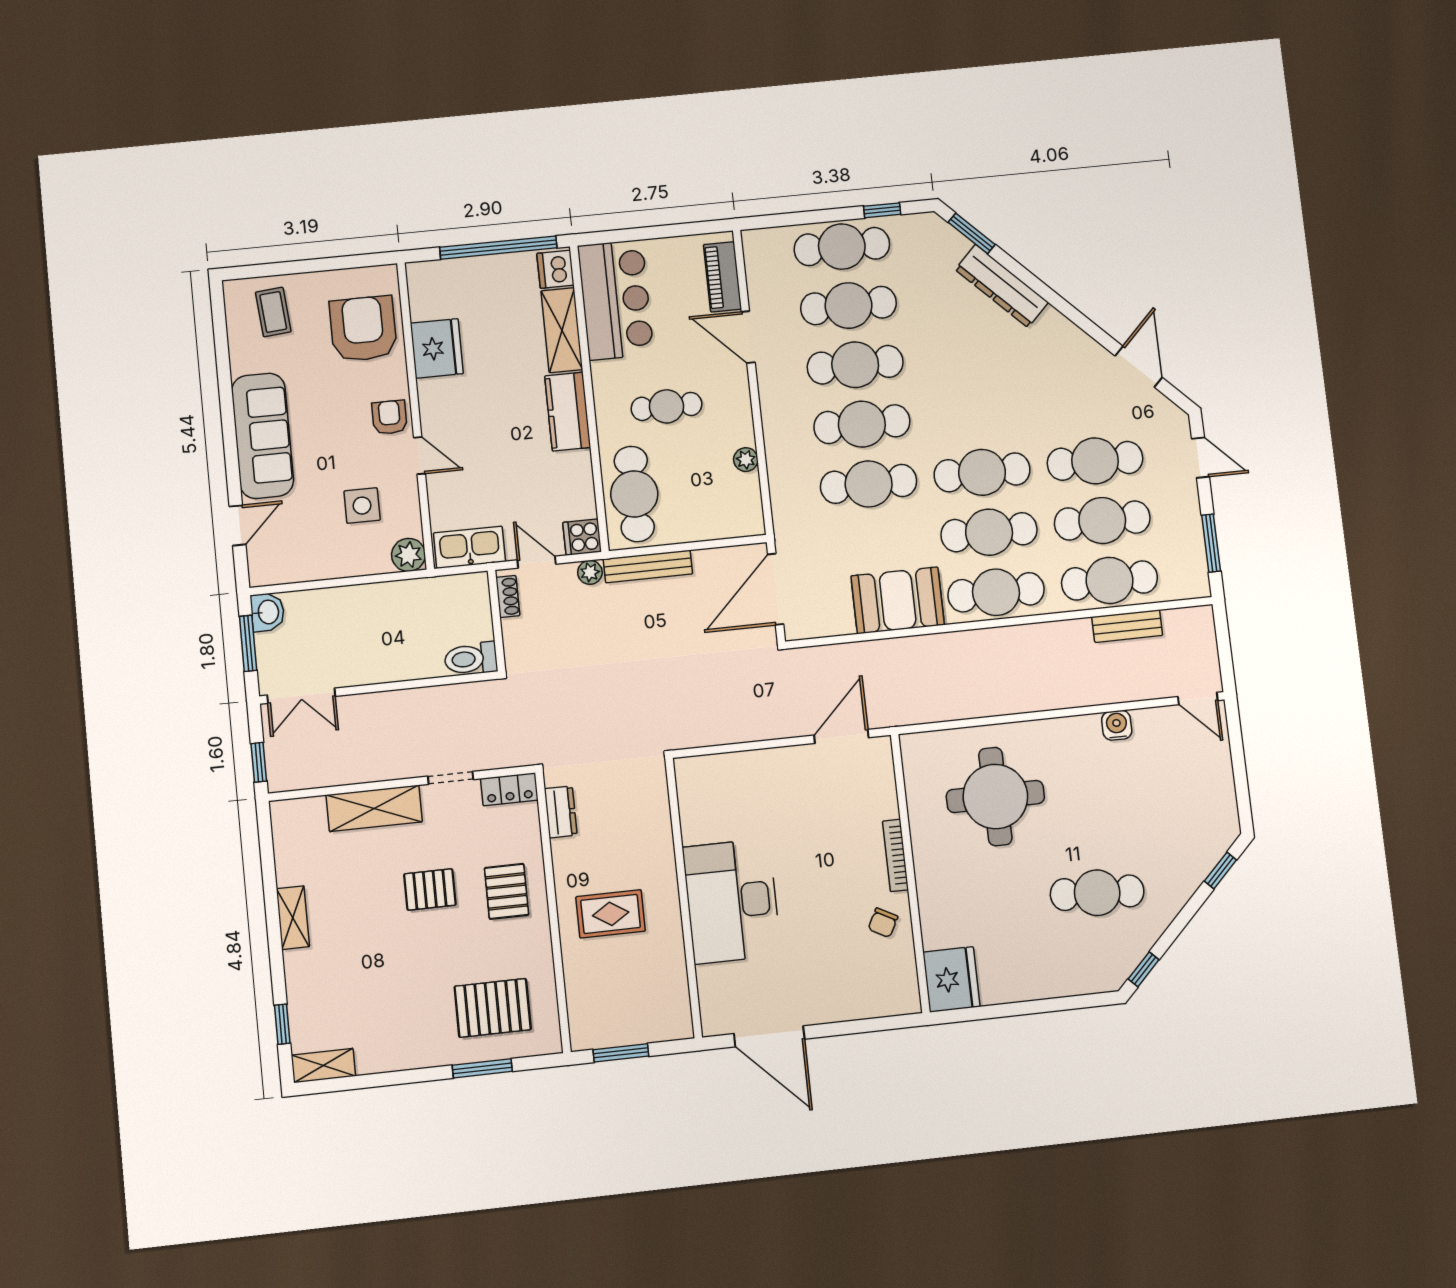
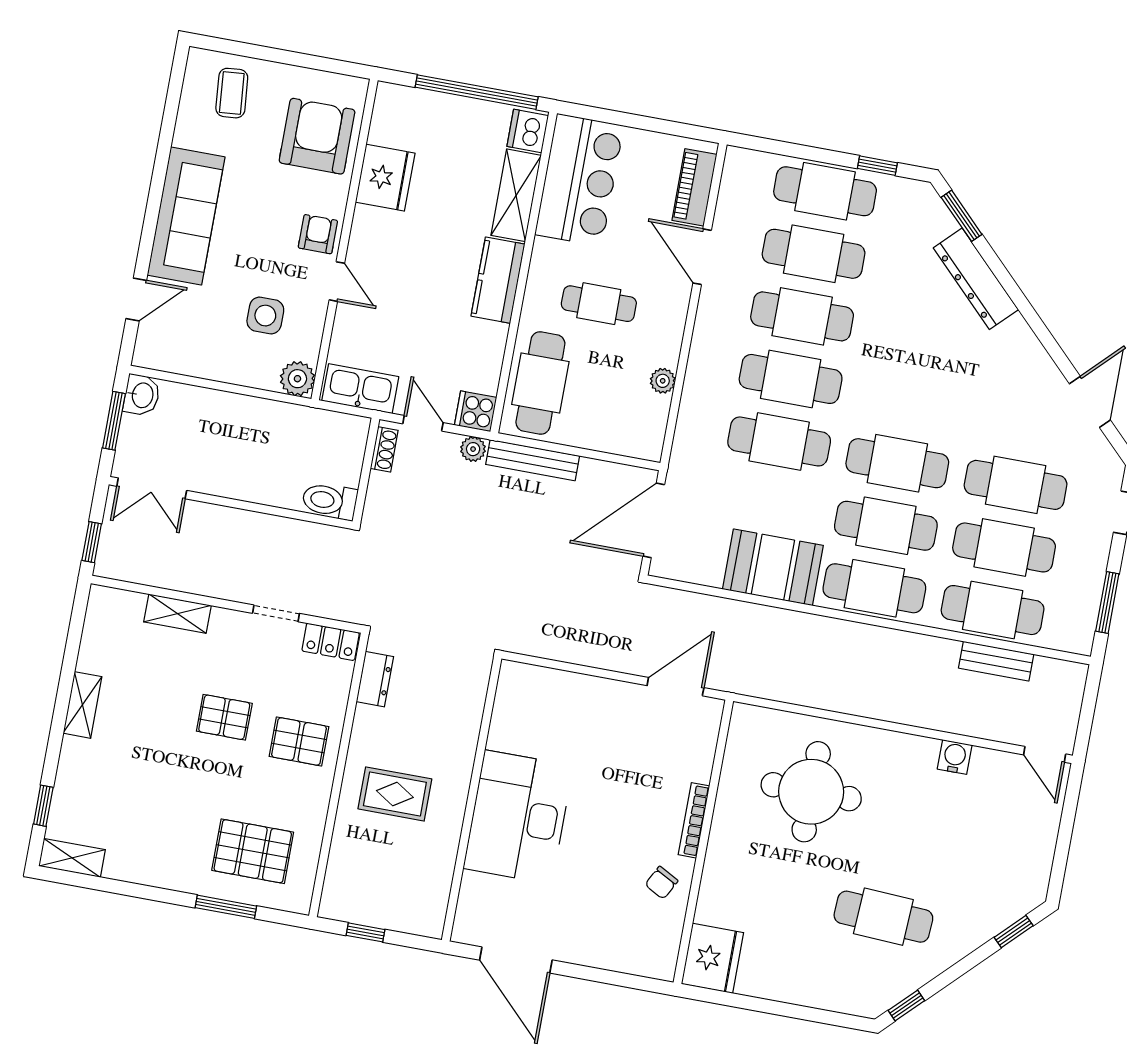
shelving: (374, 808) -> (177, 614), width x0.67, depth x0.75
pallet: (507, 891) -> (299, 741), turned 90
window: (621, 1053) -> (366, 932), width x0.67

